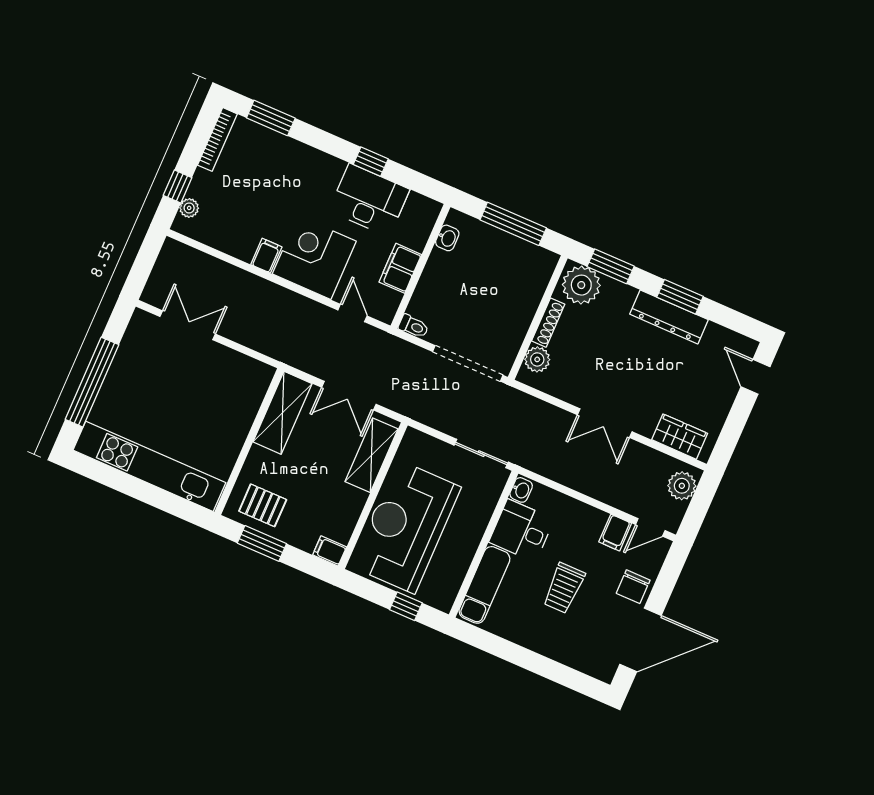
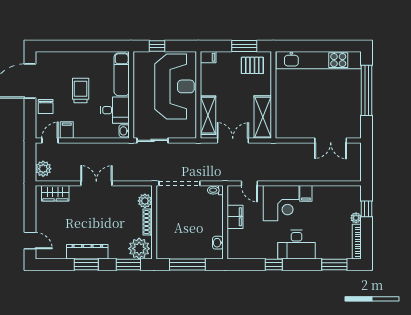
desk: (369, 200) -> (296, 245), moved
plant: (189, 208) -> (356, 218), moved
chair: (633, 587) -> (46, 106), turned 180

